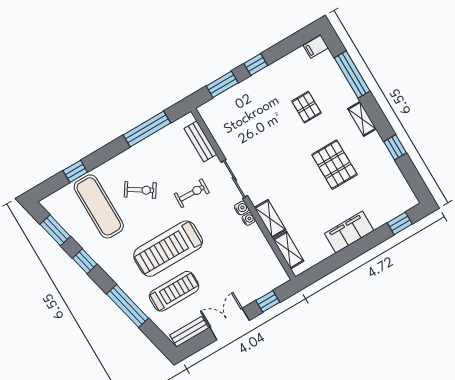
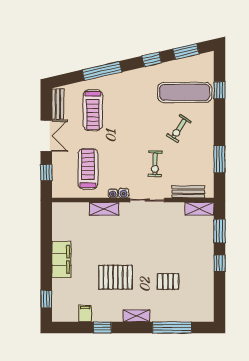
filing cabinet: (316, 47) -> (85, 313), moved
window: (147, 129) -> (219, 159), width x0.69
treadmill: (168, 249) -> (88, 169), moved, width x0.73, depth x0.73
shelving: (288, 250) -> (200, 209), moved

